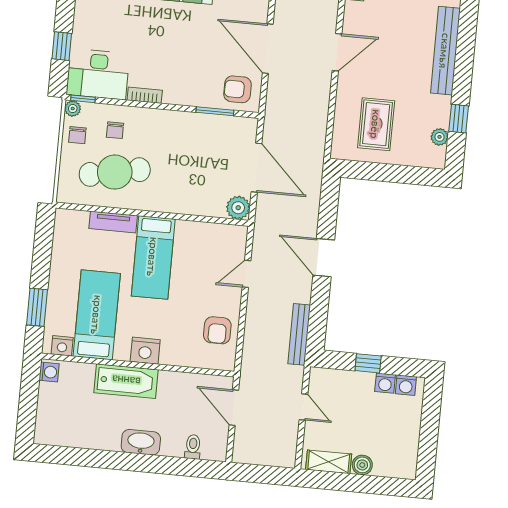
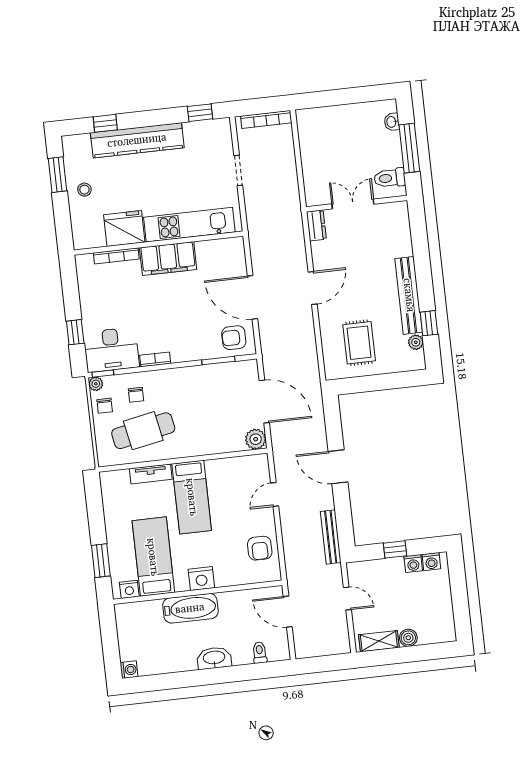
bench: (445, 51) -> (409, 295), moved
washing machine: (49, 372) -> (129, 670), moved

